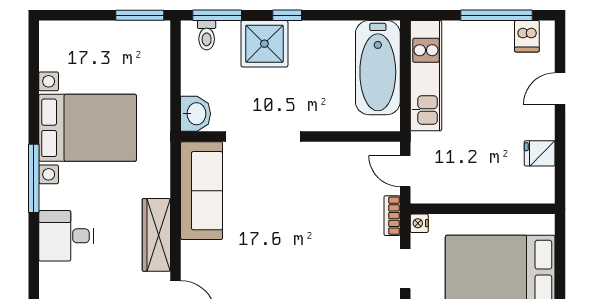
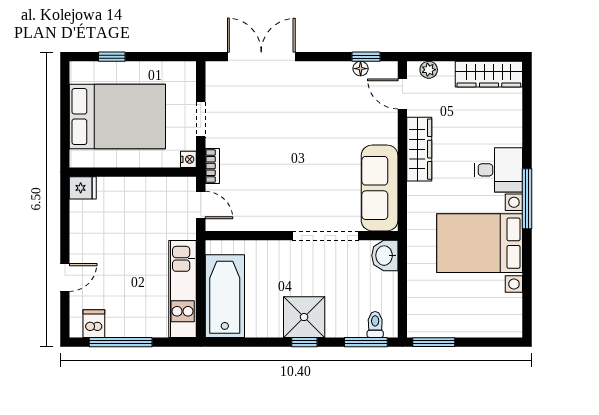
shower: (264, 44) -> (304, 317), moved
fridge: (540, 153) -> (83, 188), moved
desk: (66, 236) -> (498, 170), moved

